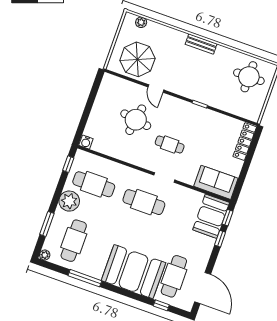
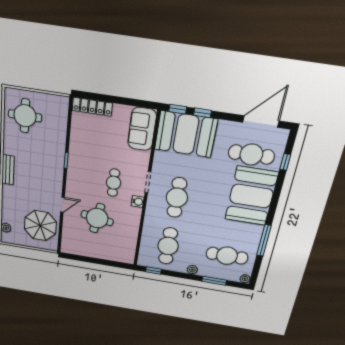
water cooler: (86, 142) -> (138, 202), moved
plant: (69, 201) -> (192, 270), width x0.53, depth x0.53
booth: (211, 216) -> (186, 134), width x1.36, depth x1.42

